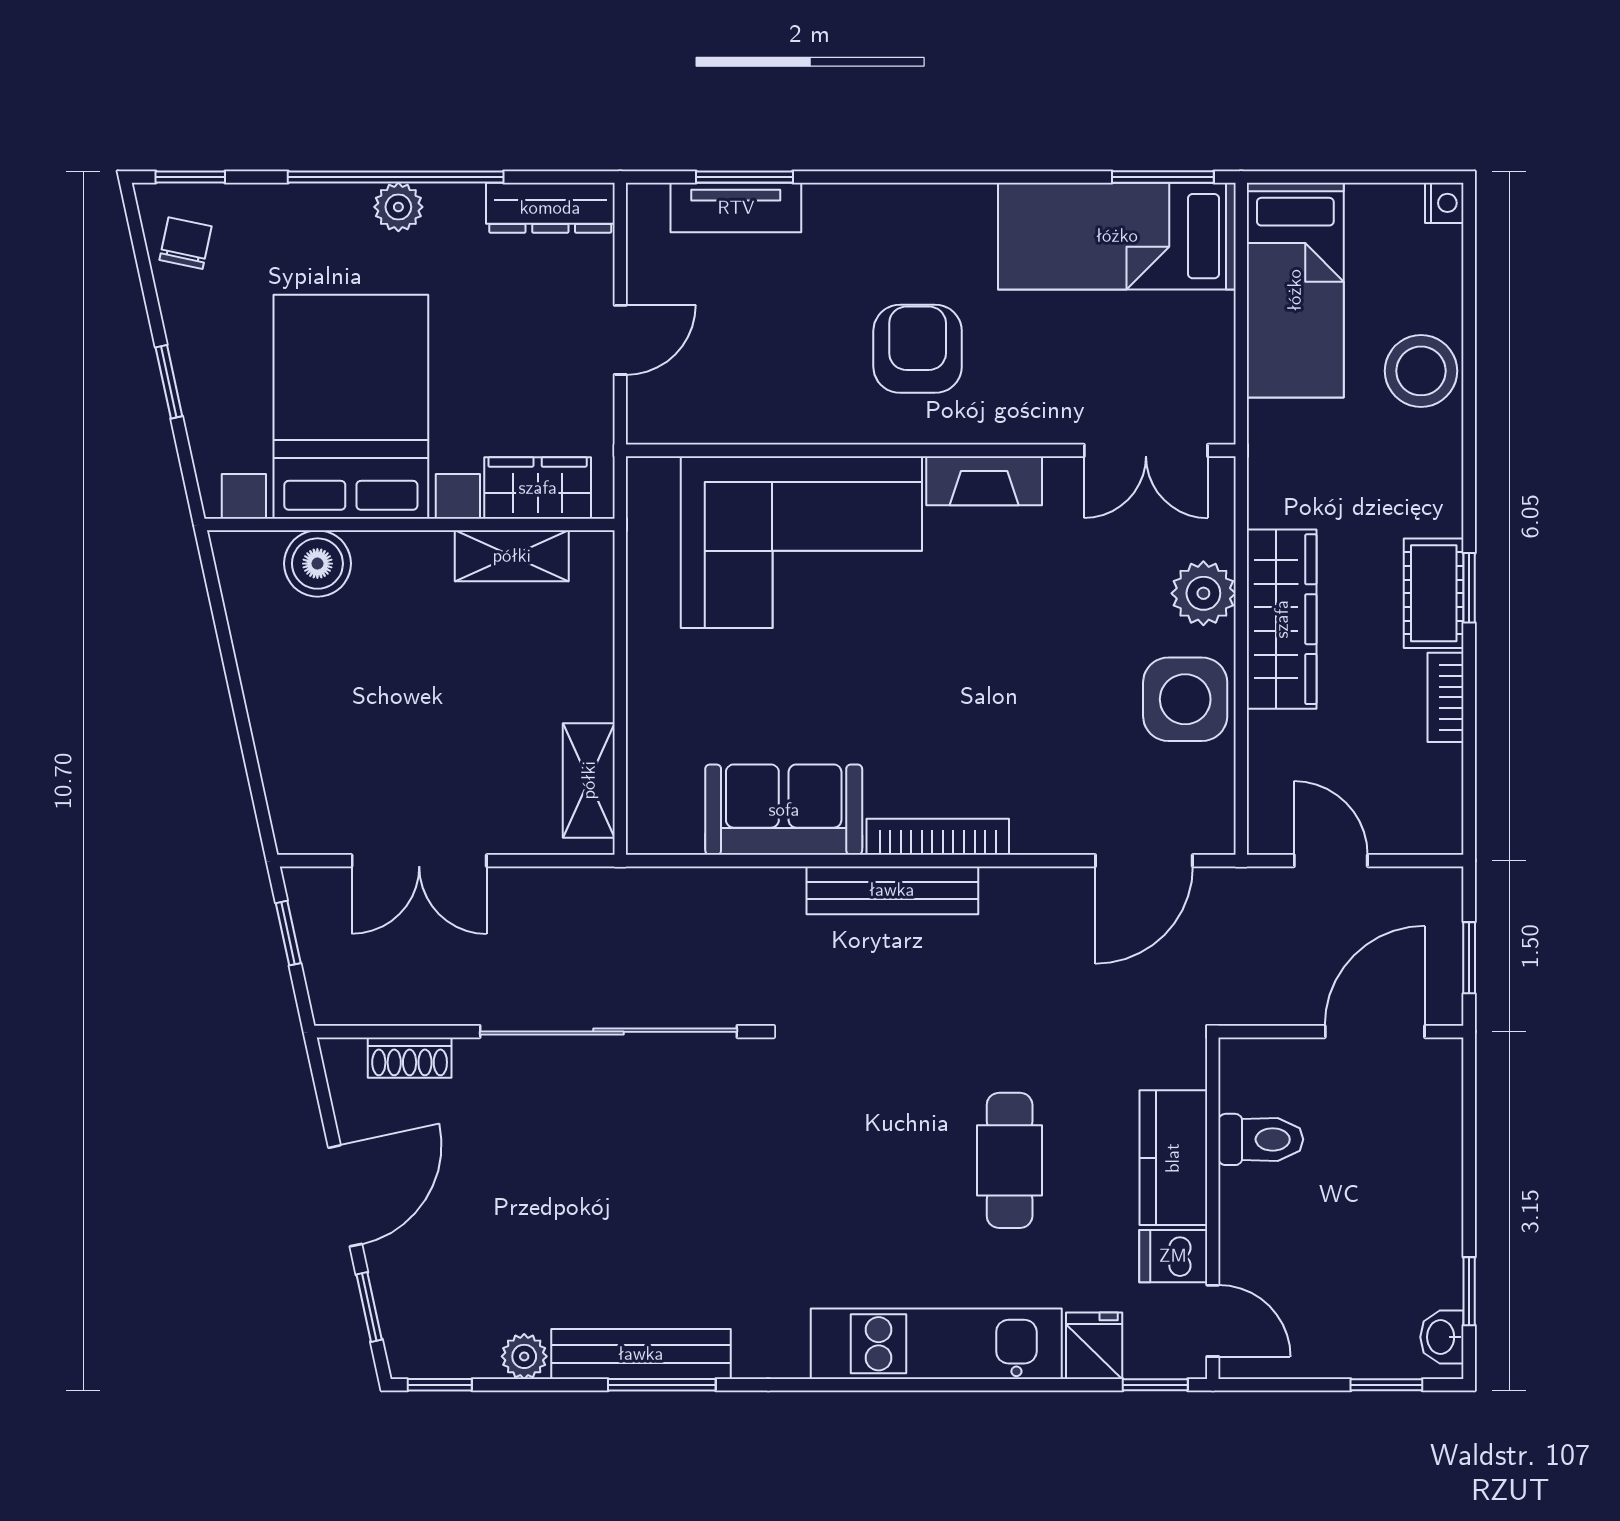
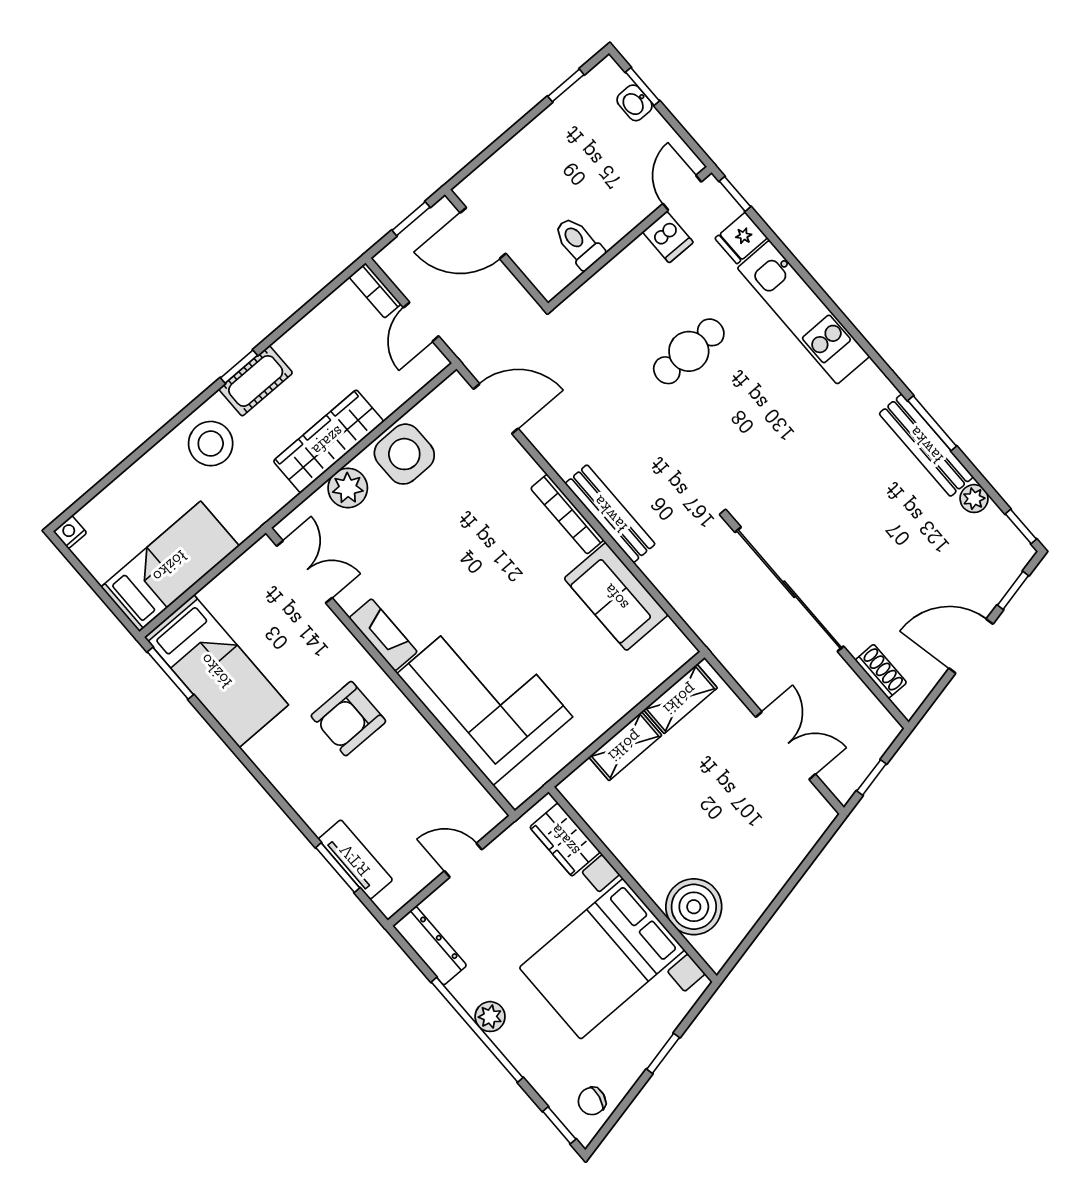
stool: (1421, 371) -> (211, 444), moved
shelving: (512, 556) -> (625, 746), moved, turned 90
boiler: (317, 564) -> (694, 907), width x1.37, depth x1.37
bookcase: (1446, 697) -> (375, 290), moved, turned 90
kitchen counter: (1173, 1158) -> (622, 276), removed
washbasin: (1442, 1337) -> (635, 103), moved, turned 90

